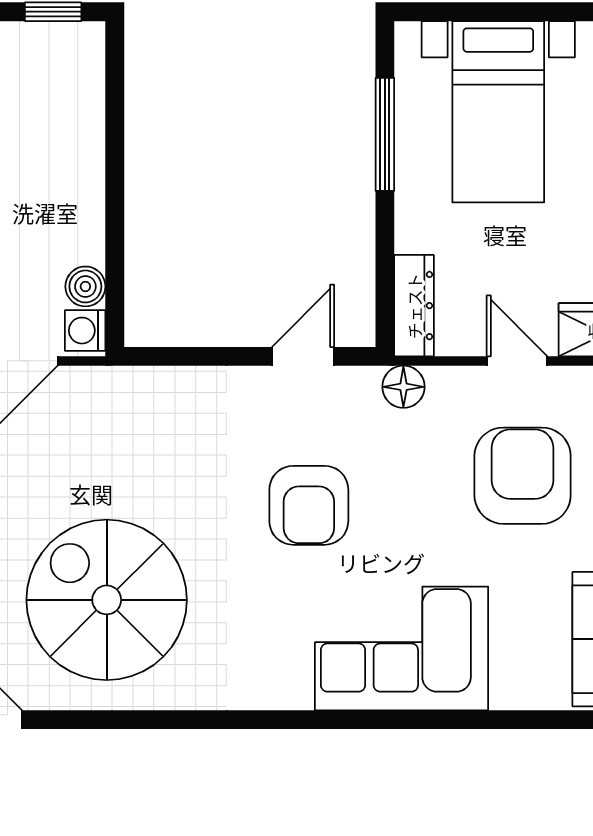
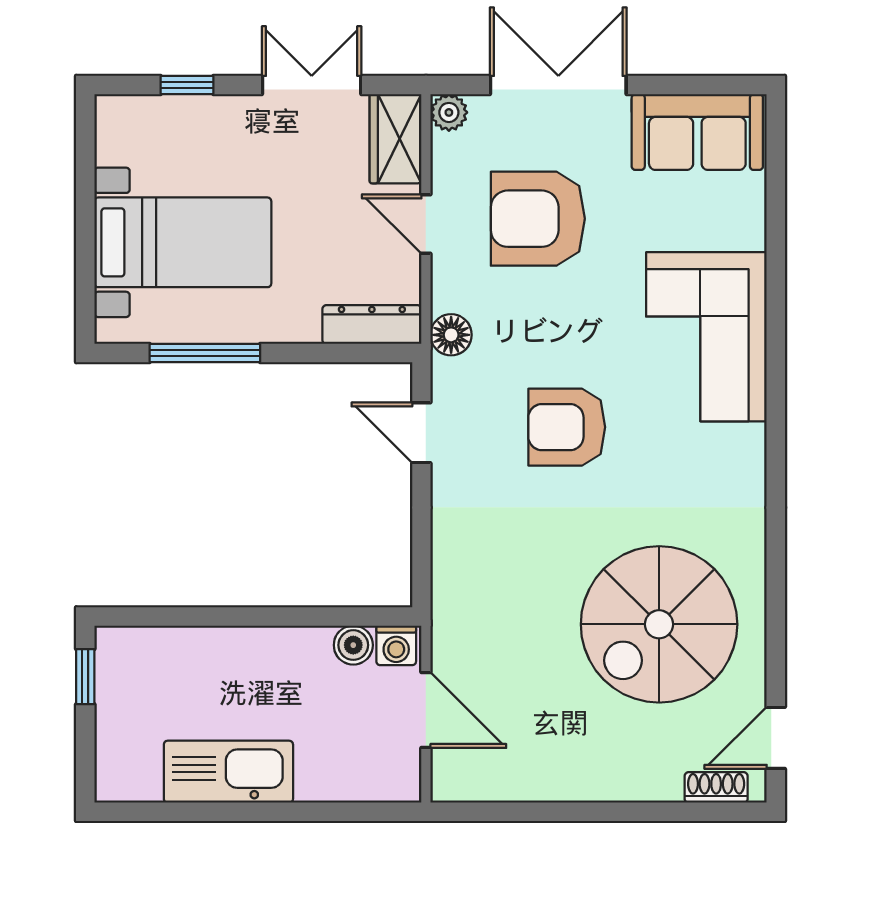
door: (517, 361) -> (426, 224), hinge flipped
armchair: (309, 505) -> (567, 427), turned 180

